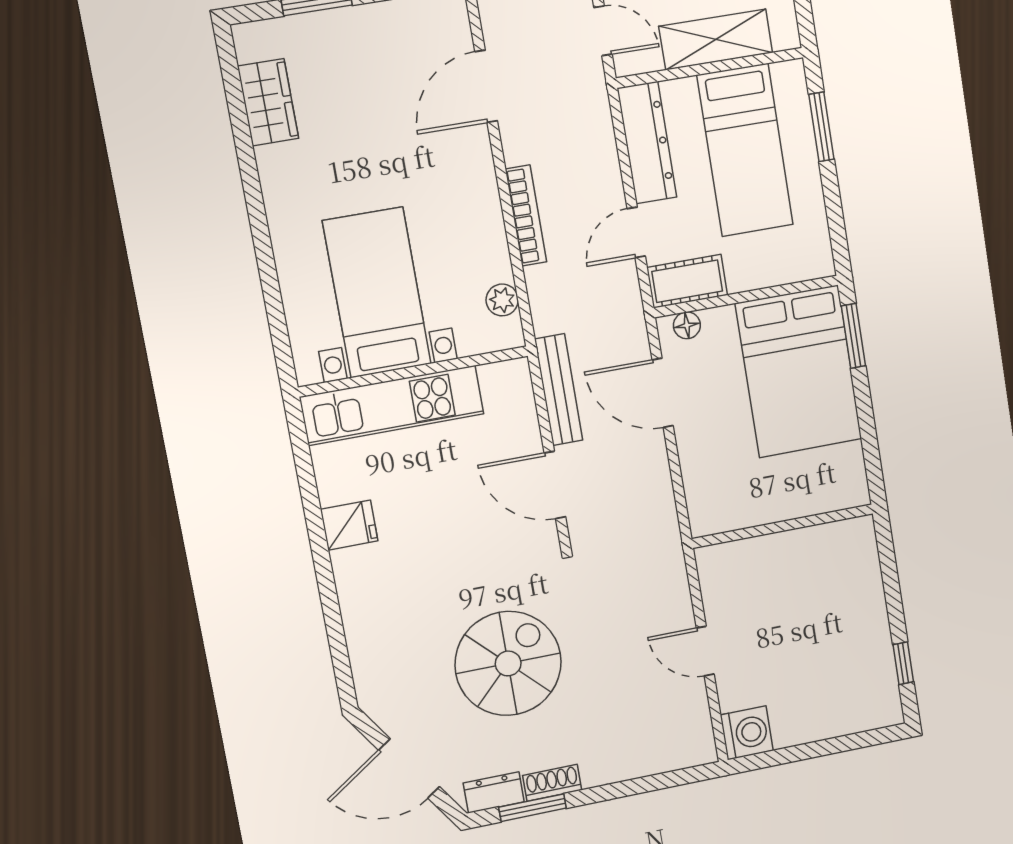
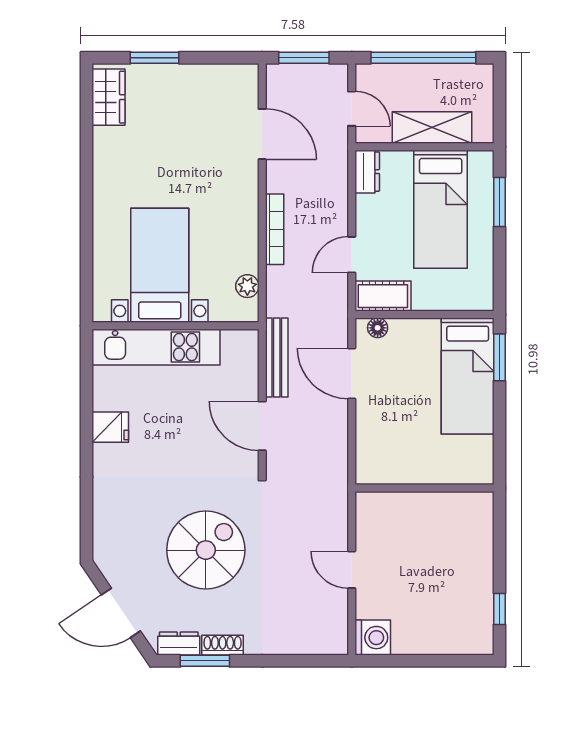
door: (486, 86) -> (262, 134), swing flipped
wardrobe: (268, 102) -> (109, 97), moved
dresser: (647, 143) -> (367, 172), width x0.51, depth x0.80
bed: (799, 371) -> (468, 376), width x0.67

